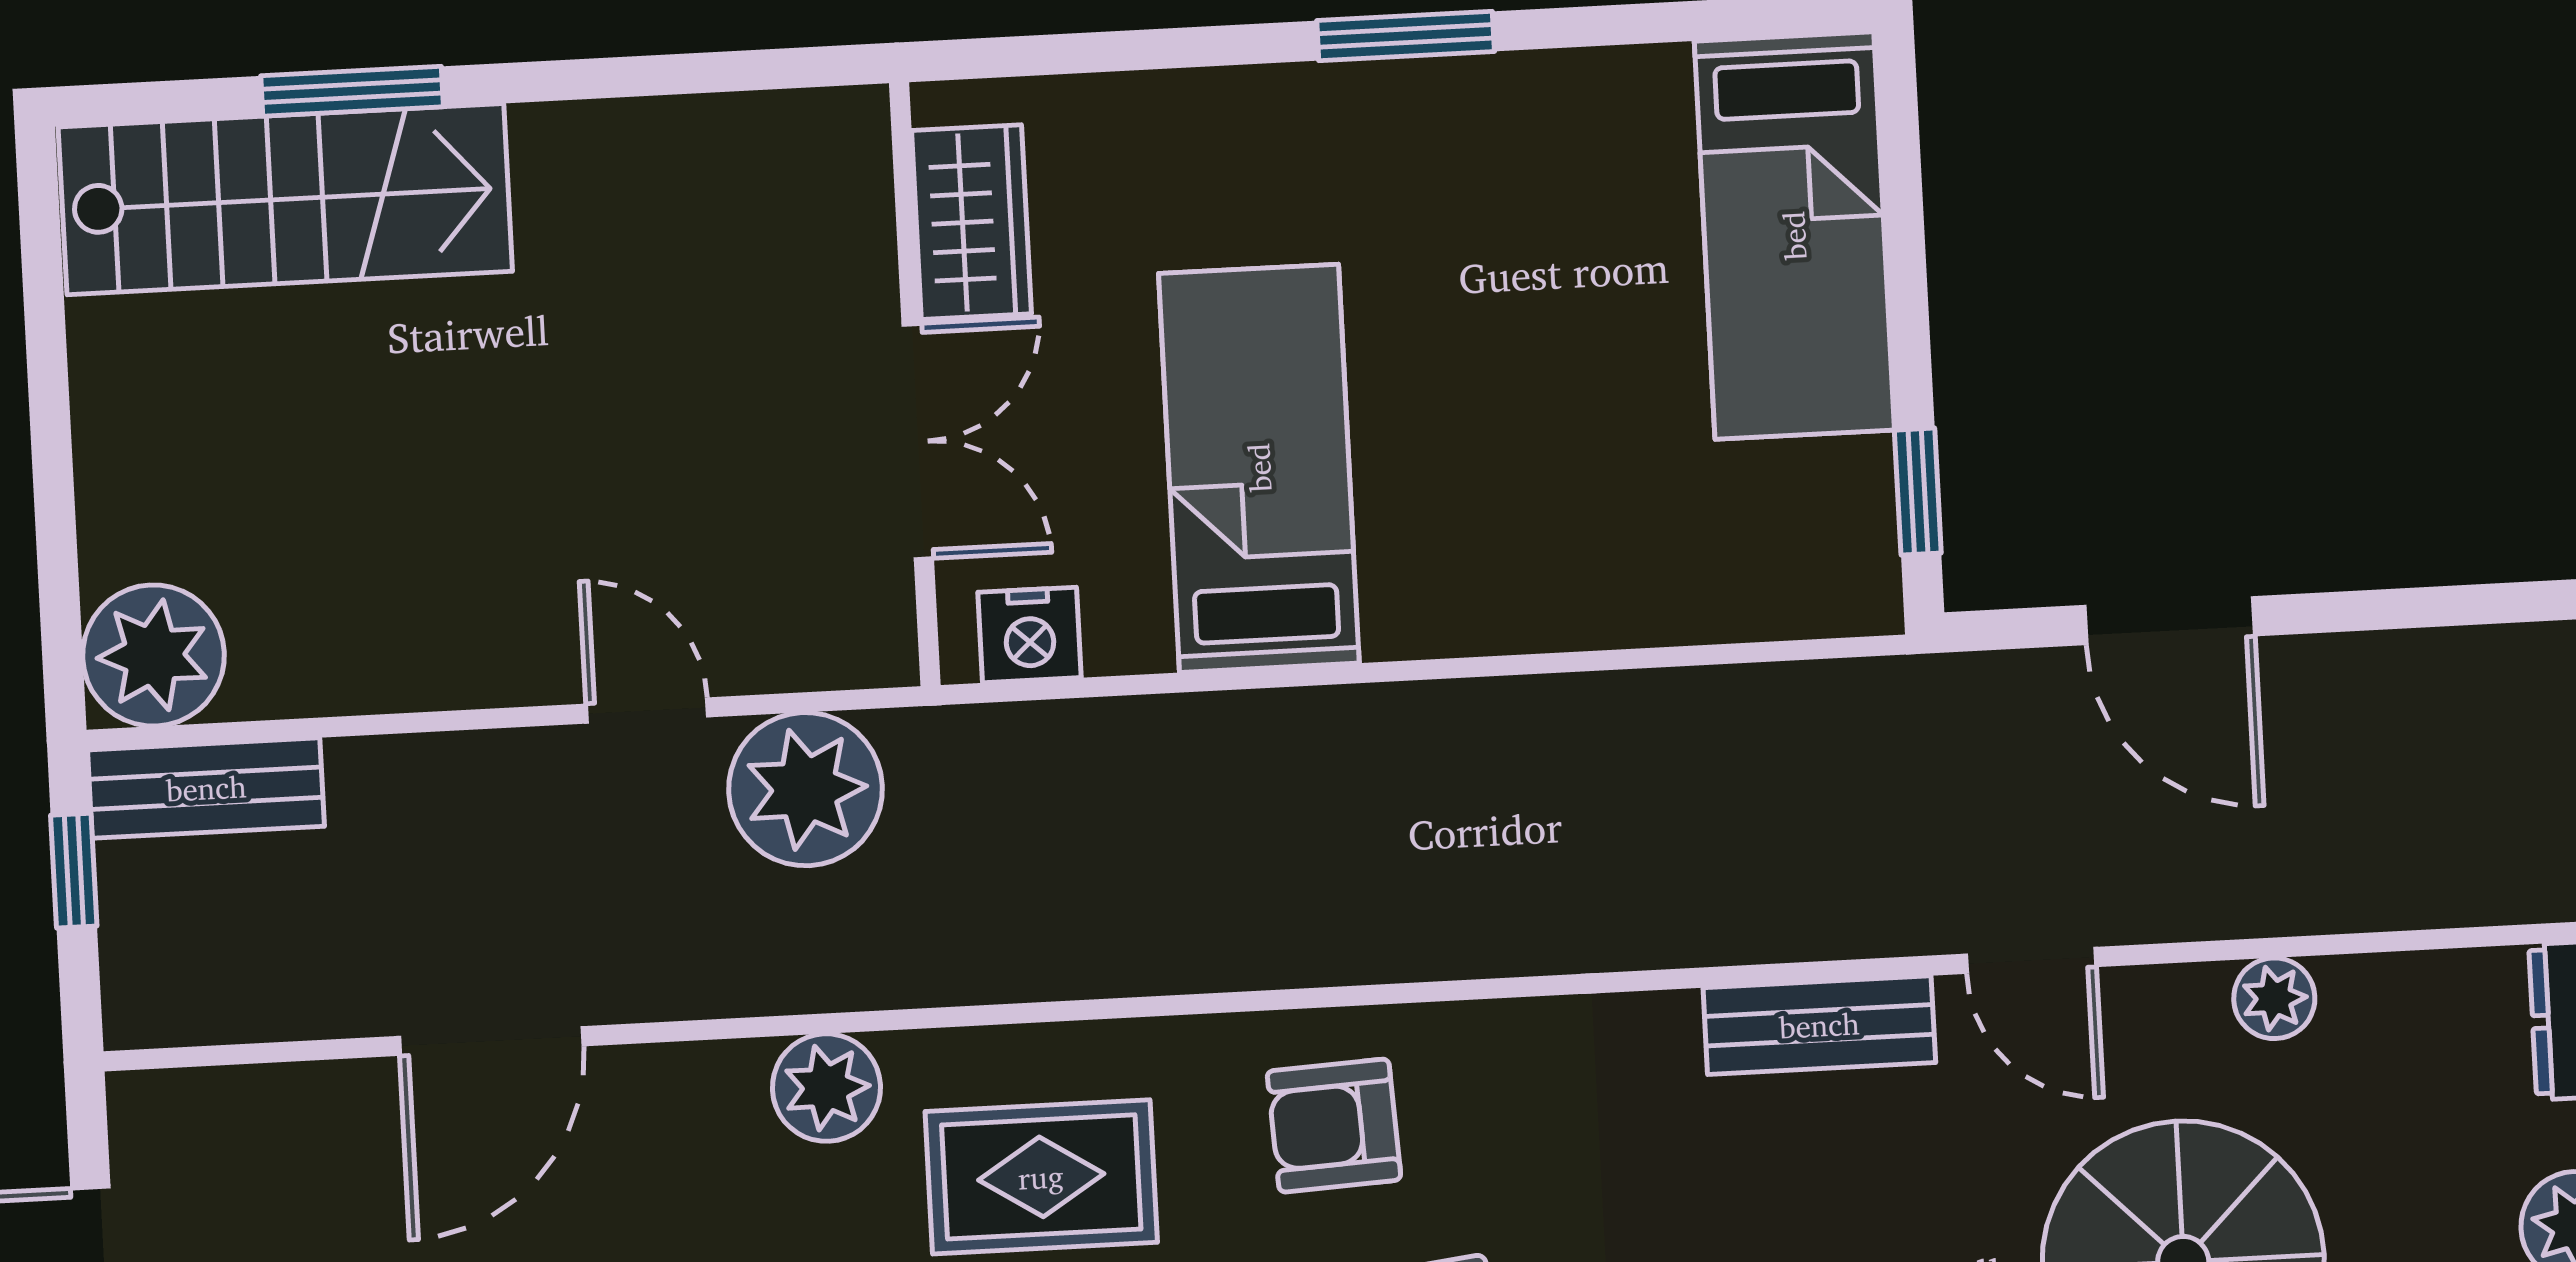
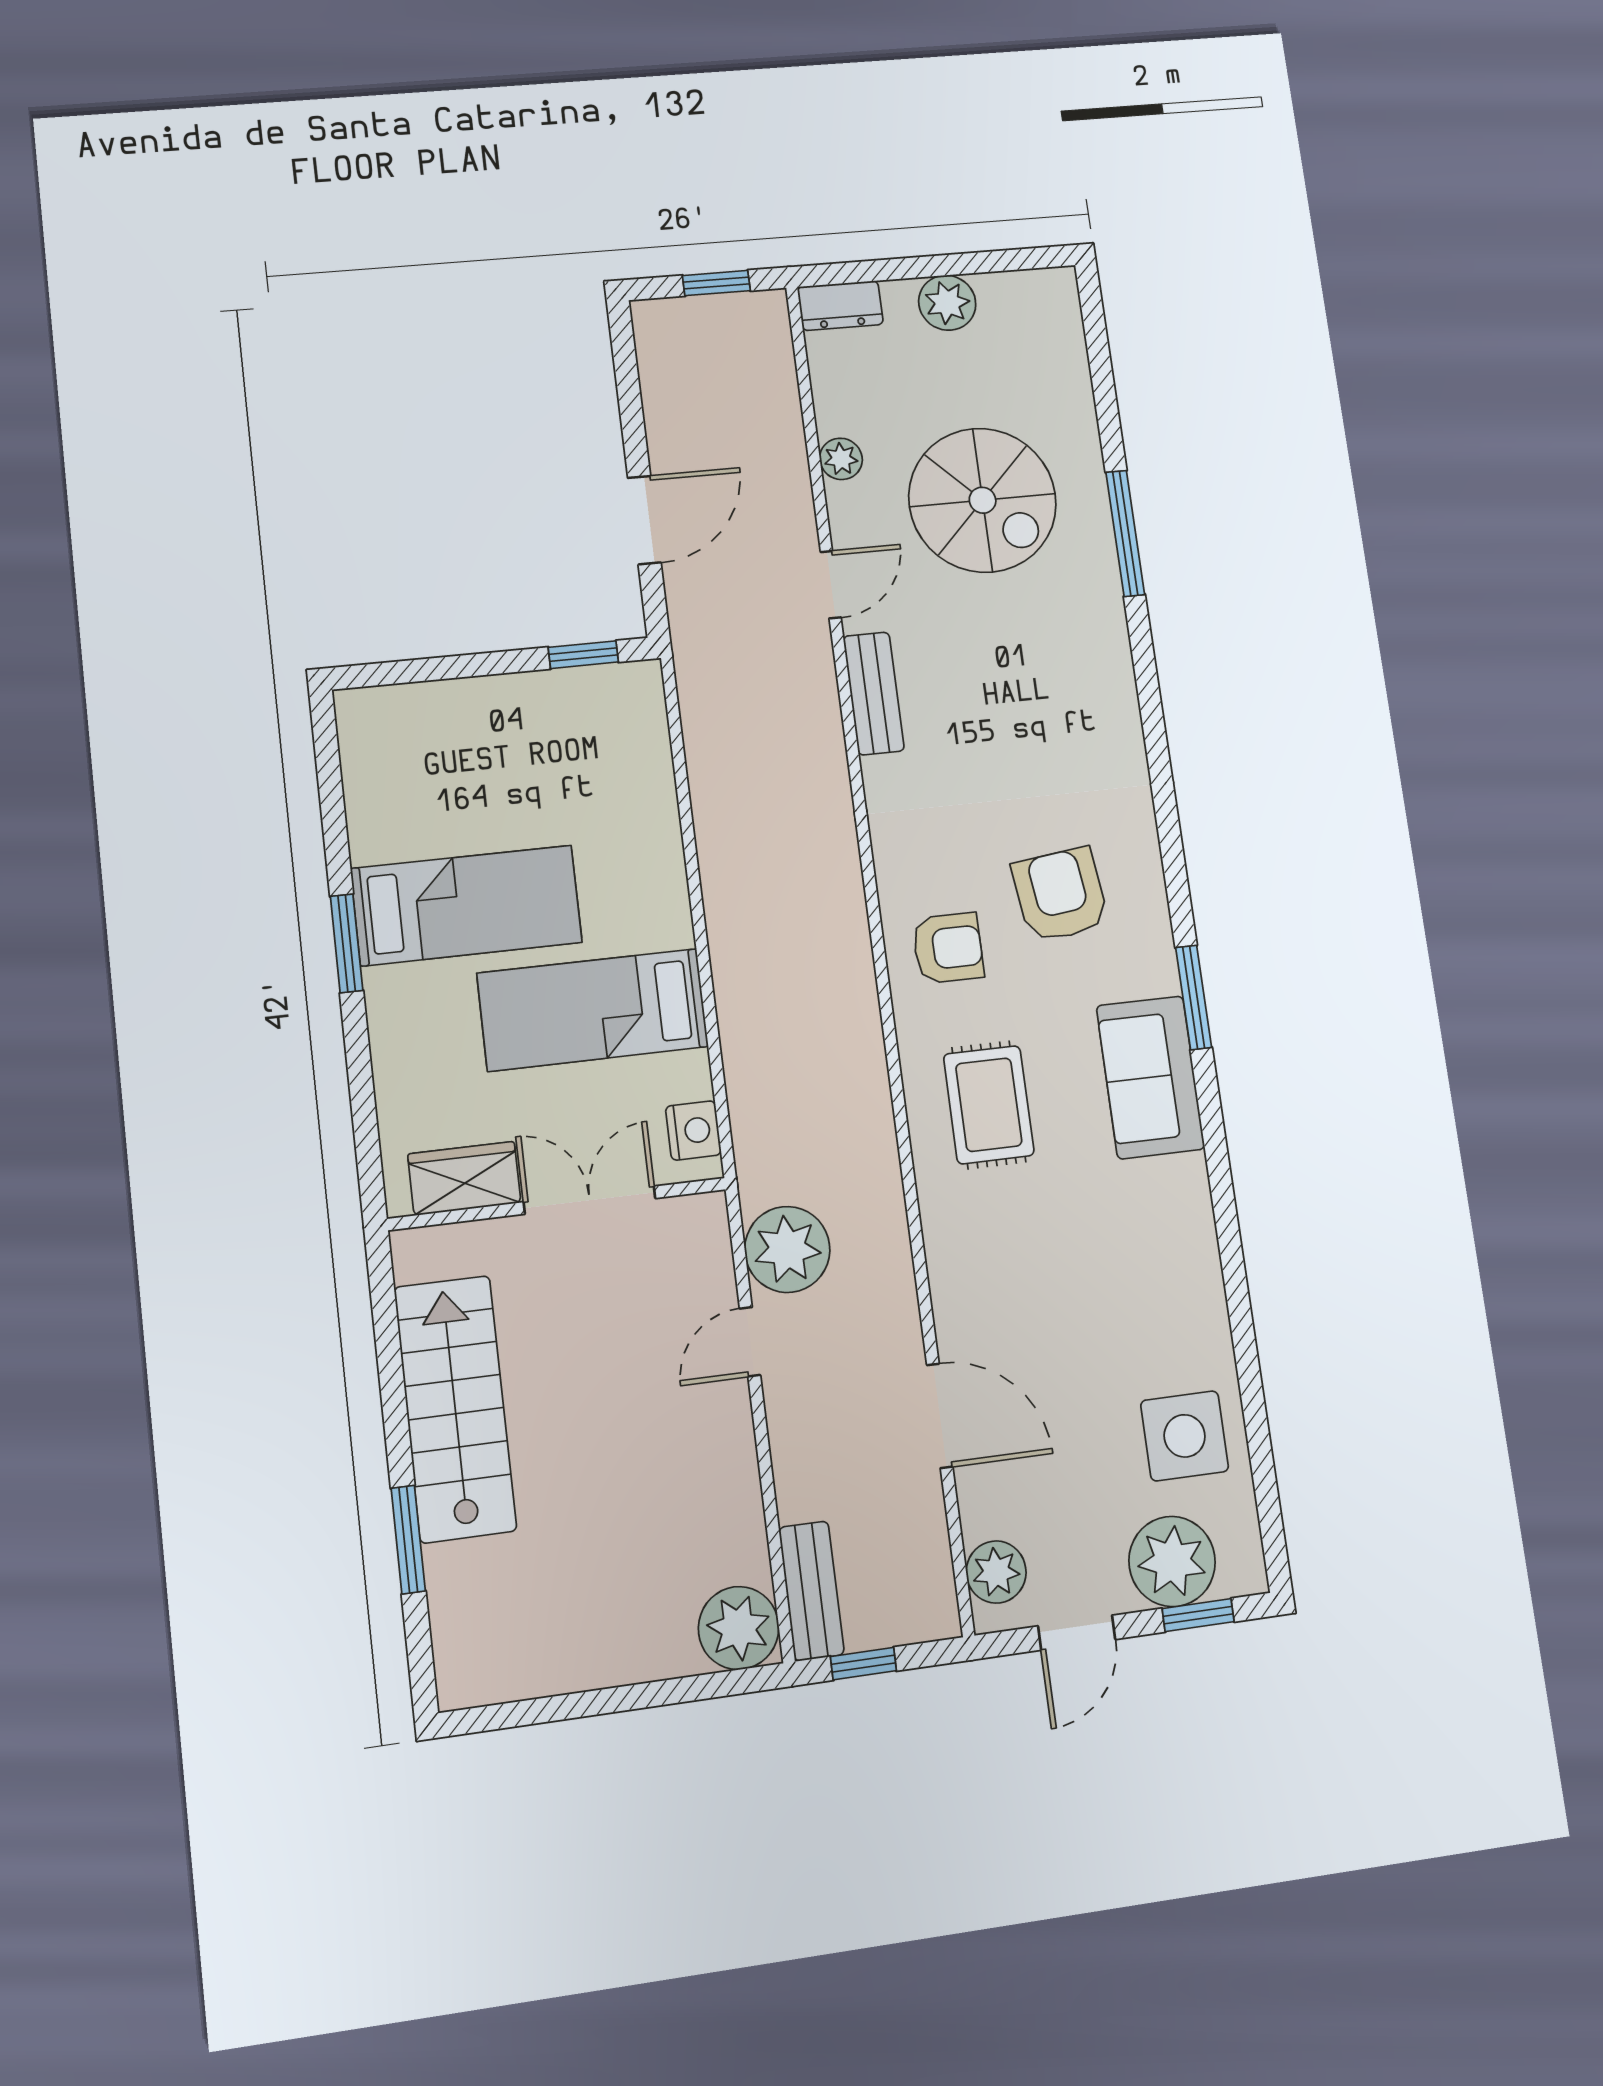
stairs: (285, 199) -> (455, 1409), moved
bed: (1794, 236) -> (467, 905), moved
plant: (826, 1088) -> (996, 1572), moved
armchair: (1334, 1126) -> (948, 948), turned -87

